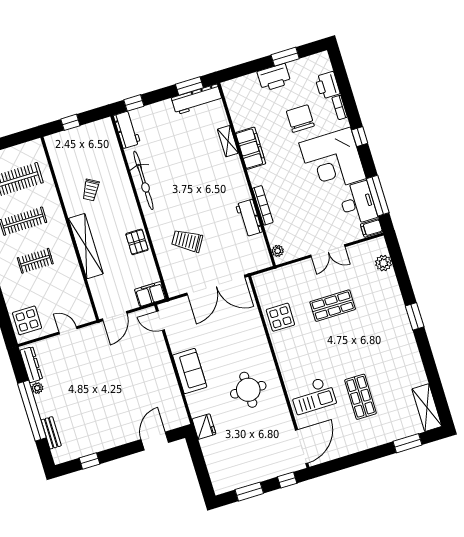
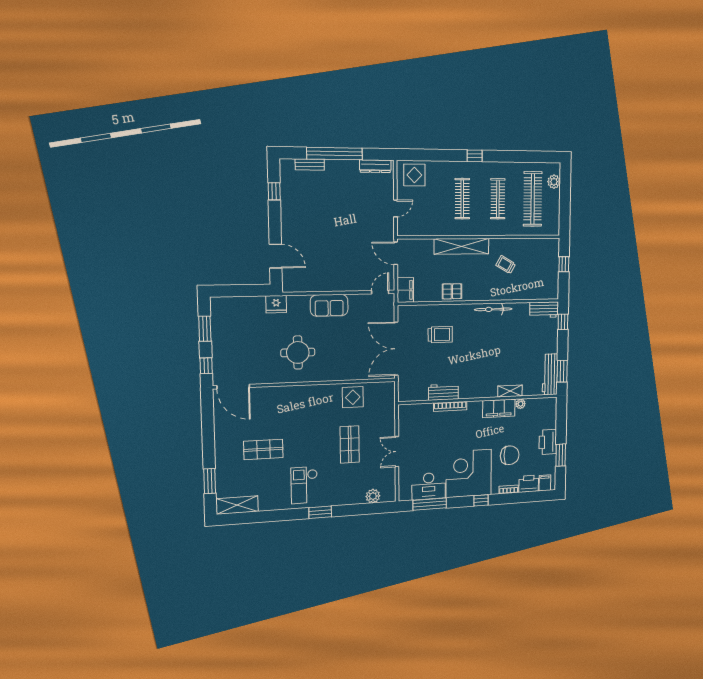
bicycle: (143, 180) -> (493, 309), width x0.73, depth x0.71
filing cabinet: (371, 228) -> (545, 483), moved
trolley: (187, 241) -> (440, 335), turned 59
plant: (278, 251) -> (521, 404), moved
clothes rail: (35, 261) -> (462, 199), width x1.36
plant: (37, 388) -> (353, 165), removed
checkout: (313, 395) -> (304, 485), moved

